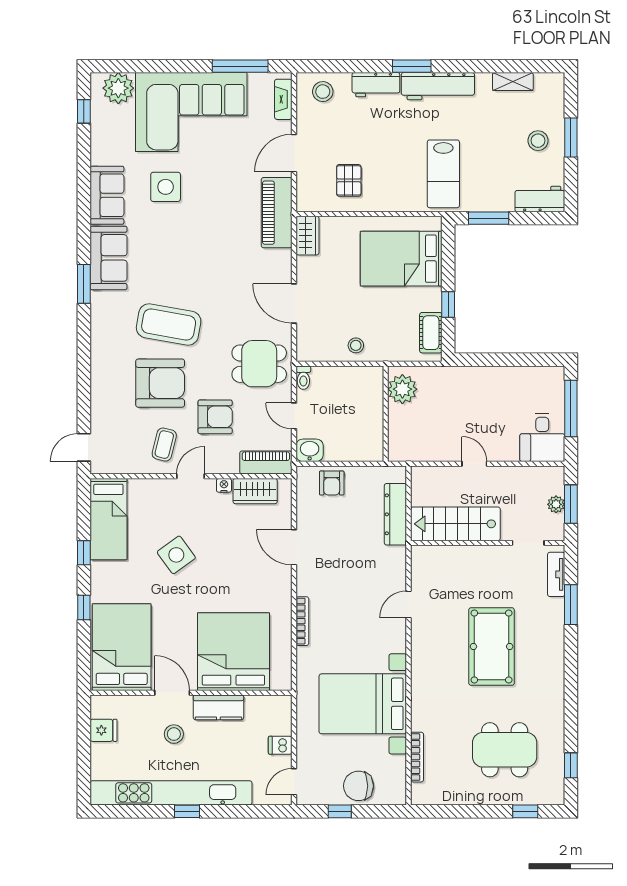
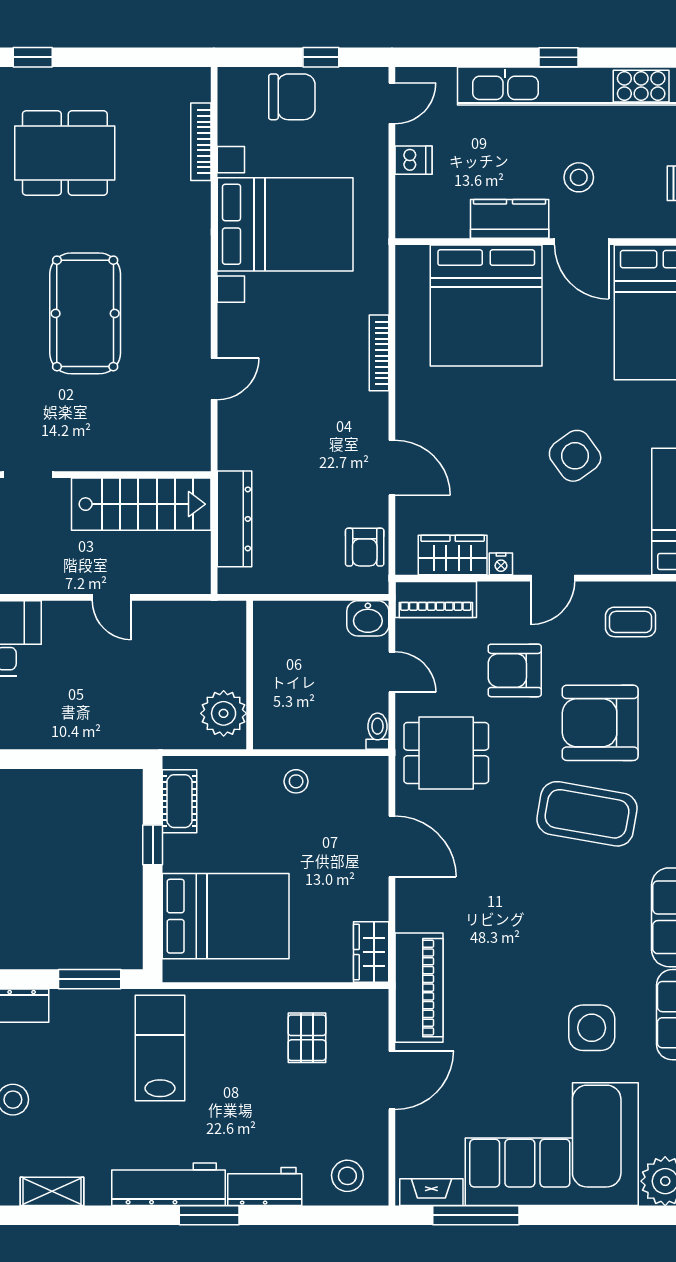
fireplace: (283, 99) -> (431, 1192), moved, turned -90
coffee table: (164, 445) -> (631, 622), moved, turned 76
armchair: (332, 483) -> (365, 547), moved, turned 180

